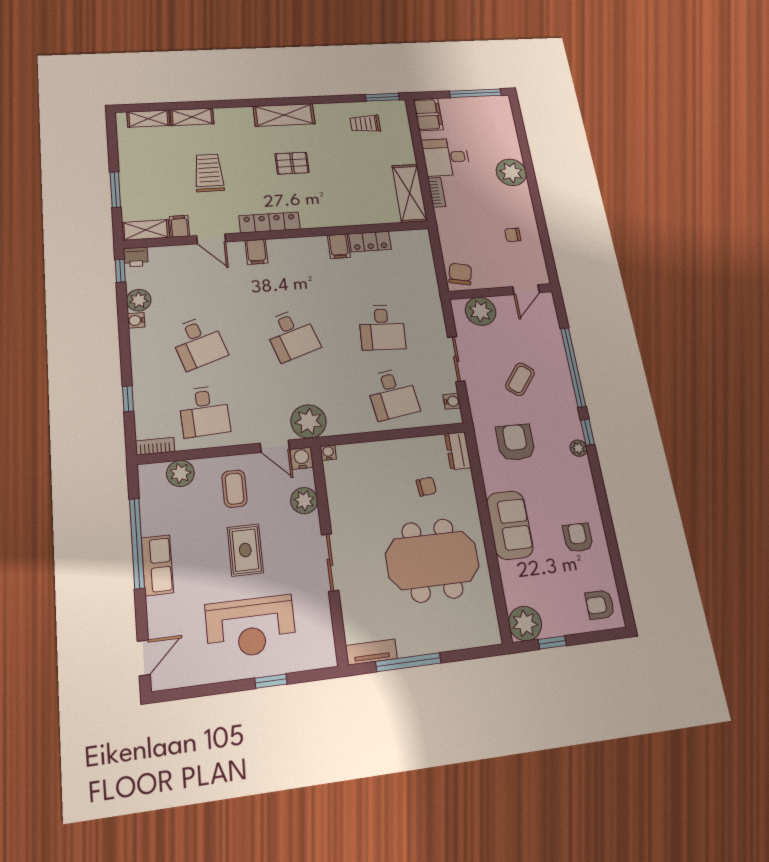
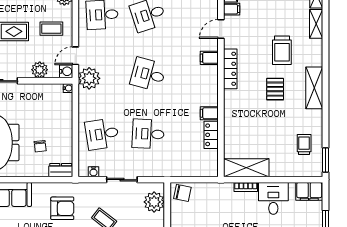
trolley: (209, 173) -> (282, 50), moved, turned 90
desk: (292, 335) -> (148, 74), turned 33

